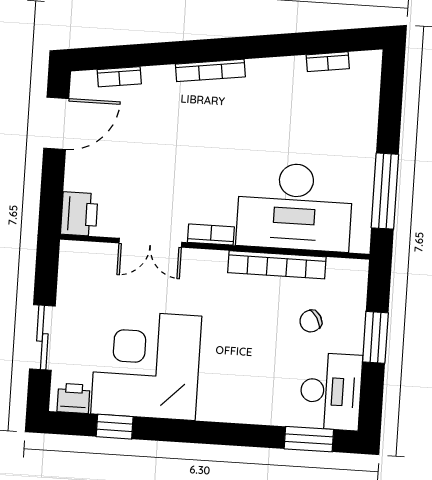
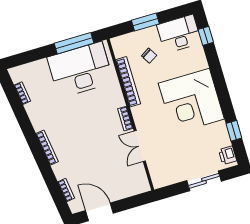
desk: (295, 207) -> (80, 70), moved, turned -90
printer: (79, 214) -> (139, 185), removed
double door: (150, 243) -> (140, 146), swing flipped
corner desk: (146, 365) -> (191, 101), moved
window: (309, 439) -> (206, 36), width x0.67

